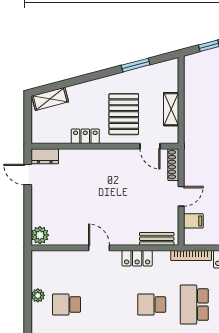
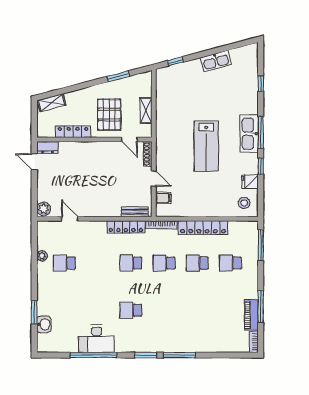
locker: (85, 136) -> (73, 132), width x1.53
door: (181, 196) -> (154, 179), hinge flipped
door: (99, 248) -> (70, 219), moved
locker: (137, 258) -> (126, 227), width x1.53
school desk: (194, 305) -> (164, 263), width x0.54

